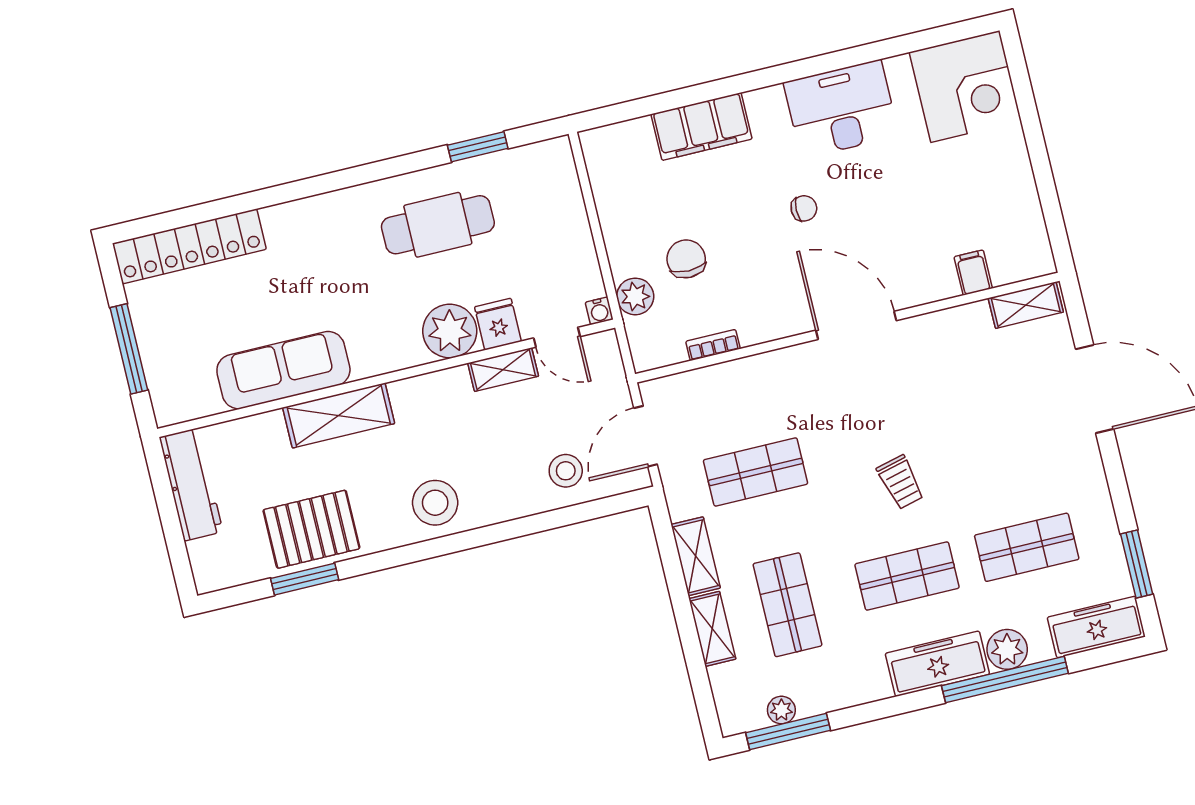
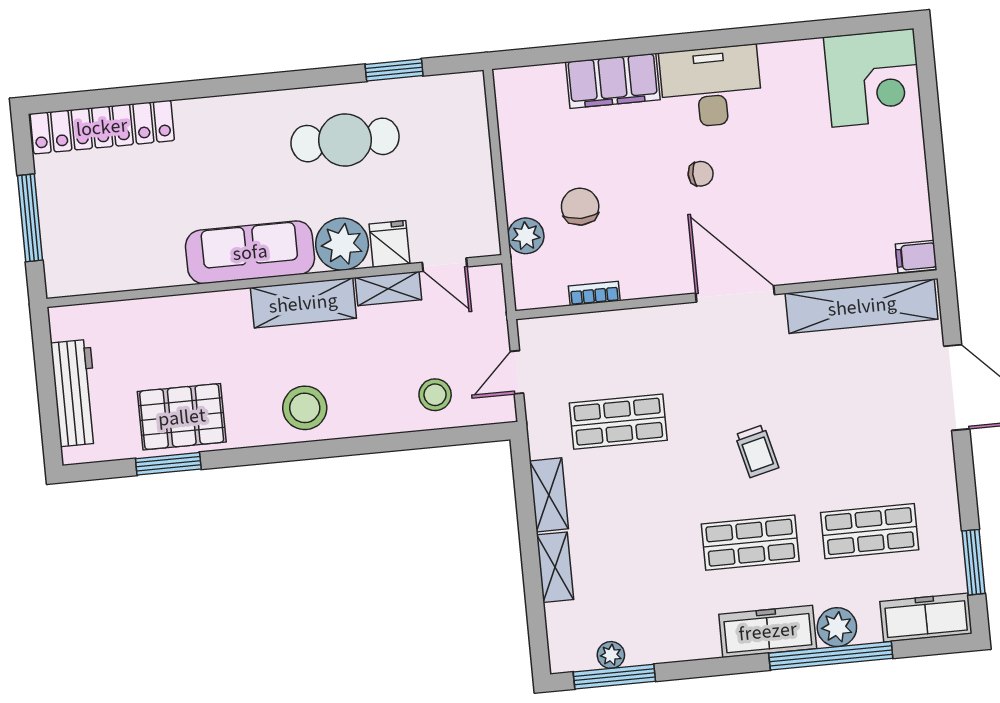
desk: (841, 109) -> (711, 87), moved
filing cabinet: (973, 273) -> (916, 257), moved, turned -90
shelving: (1026, 305) -> (862, 306), width x2.20, depth x1.33
water cooler: (599, 311) -> (489, 245), removed
sofa: (283, 370) -> (250, 252), moved
shelving: (339, 415) -> (303, 303), moved
door: (646, 436) -> (517, 372), width x0.73
workbench: (191, 484) -> (75, 393), moved
shop shelf: (787, 605) -> (631, 554), removed

